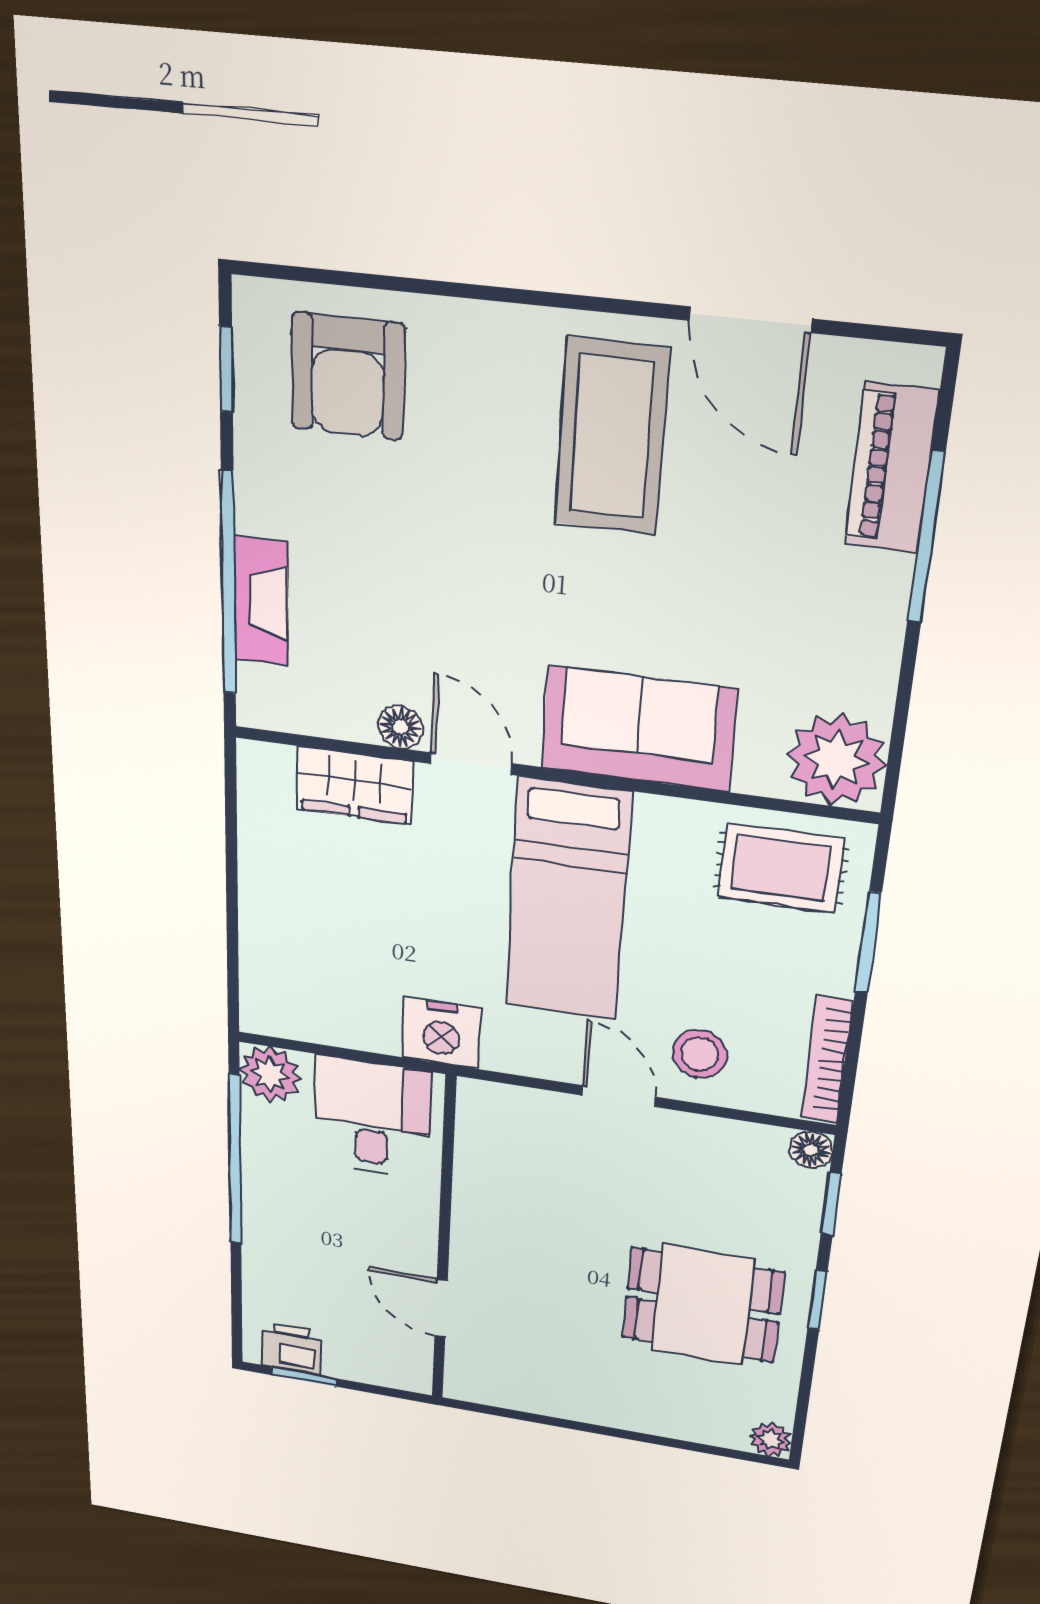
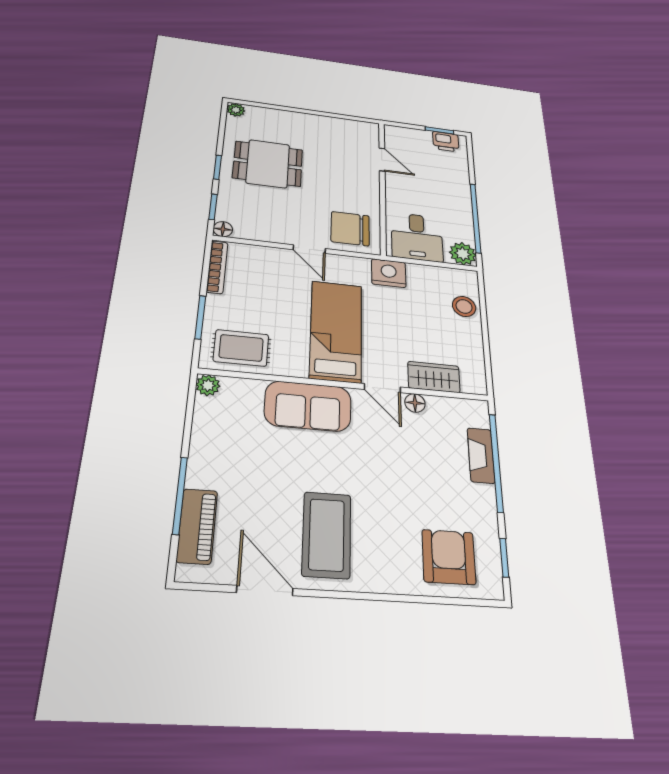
plant: (836, 760) -> (208, 385), width x0.53, depth x0.53
stool: (700, 1054) -> (464, 306), moved
chair: (523, 1142) -> (350, 229), added

